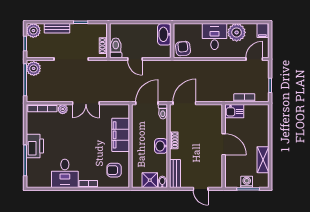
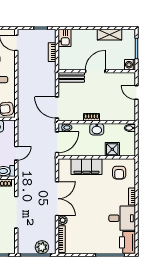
plant: (34, 68) -> (42, 247), moved
double door: (86, 103) -> (57, 199), width x1.37
door: (147, 103) -> (57, 142), swing flipped
kitchen sink: (234, 111) -> (65, 38), moved
printer: (35, 146) -> (127, 242), moved, turned -90
bench: (175, 174) -> (71, 77), moved
shower: (150, 180) -> (112, 149), moved
washing machine: (247, 182) -> (130, 65), moved
door: (201, 189) -> (136, 93), swing flipped

